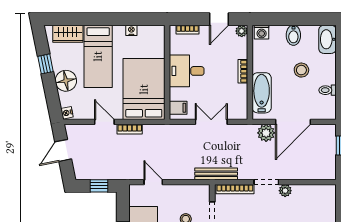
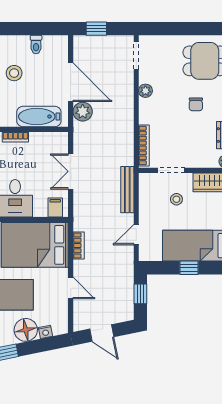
nightstand: (67, 113) -> (45, 332), moved
door: (104, 122) -> (71, 288), swing flipped
bookcase: (130, 129) -> (79, 246), moved
bench: (216, 174) -> (127, 190), moved
doorway: (266, 182) -> (136, 56), moved

